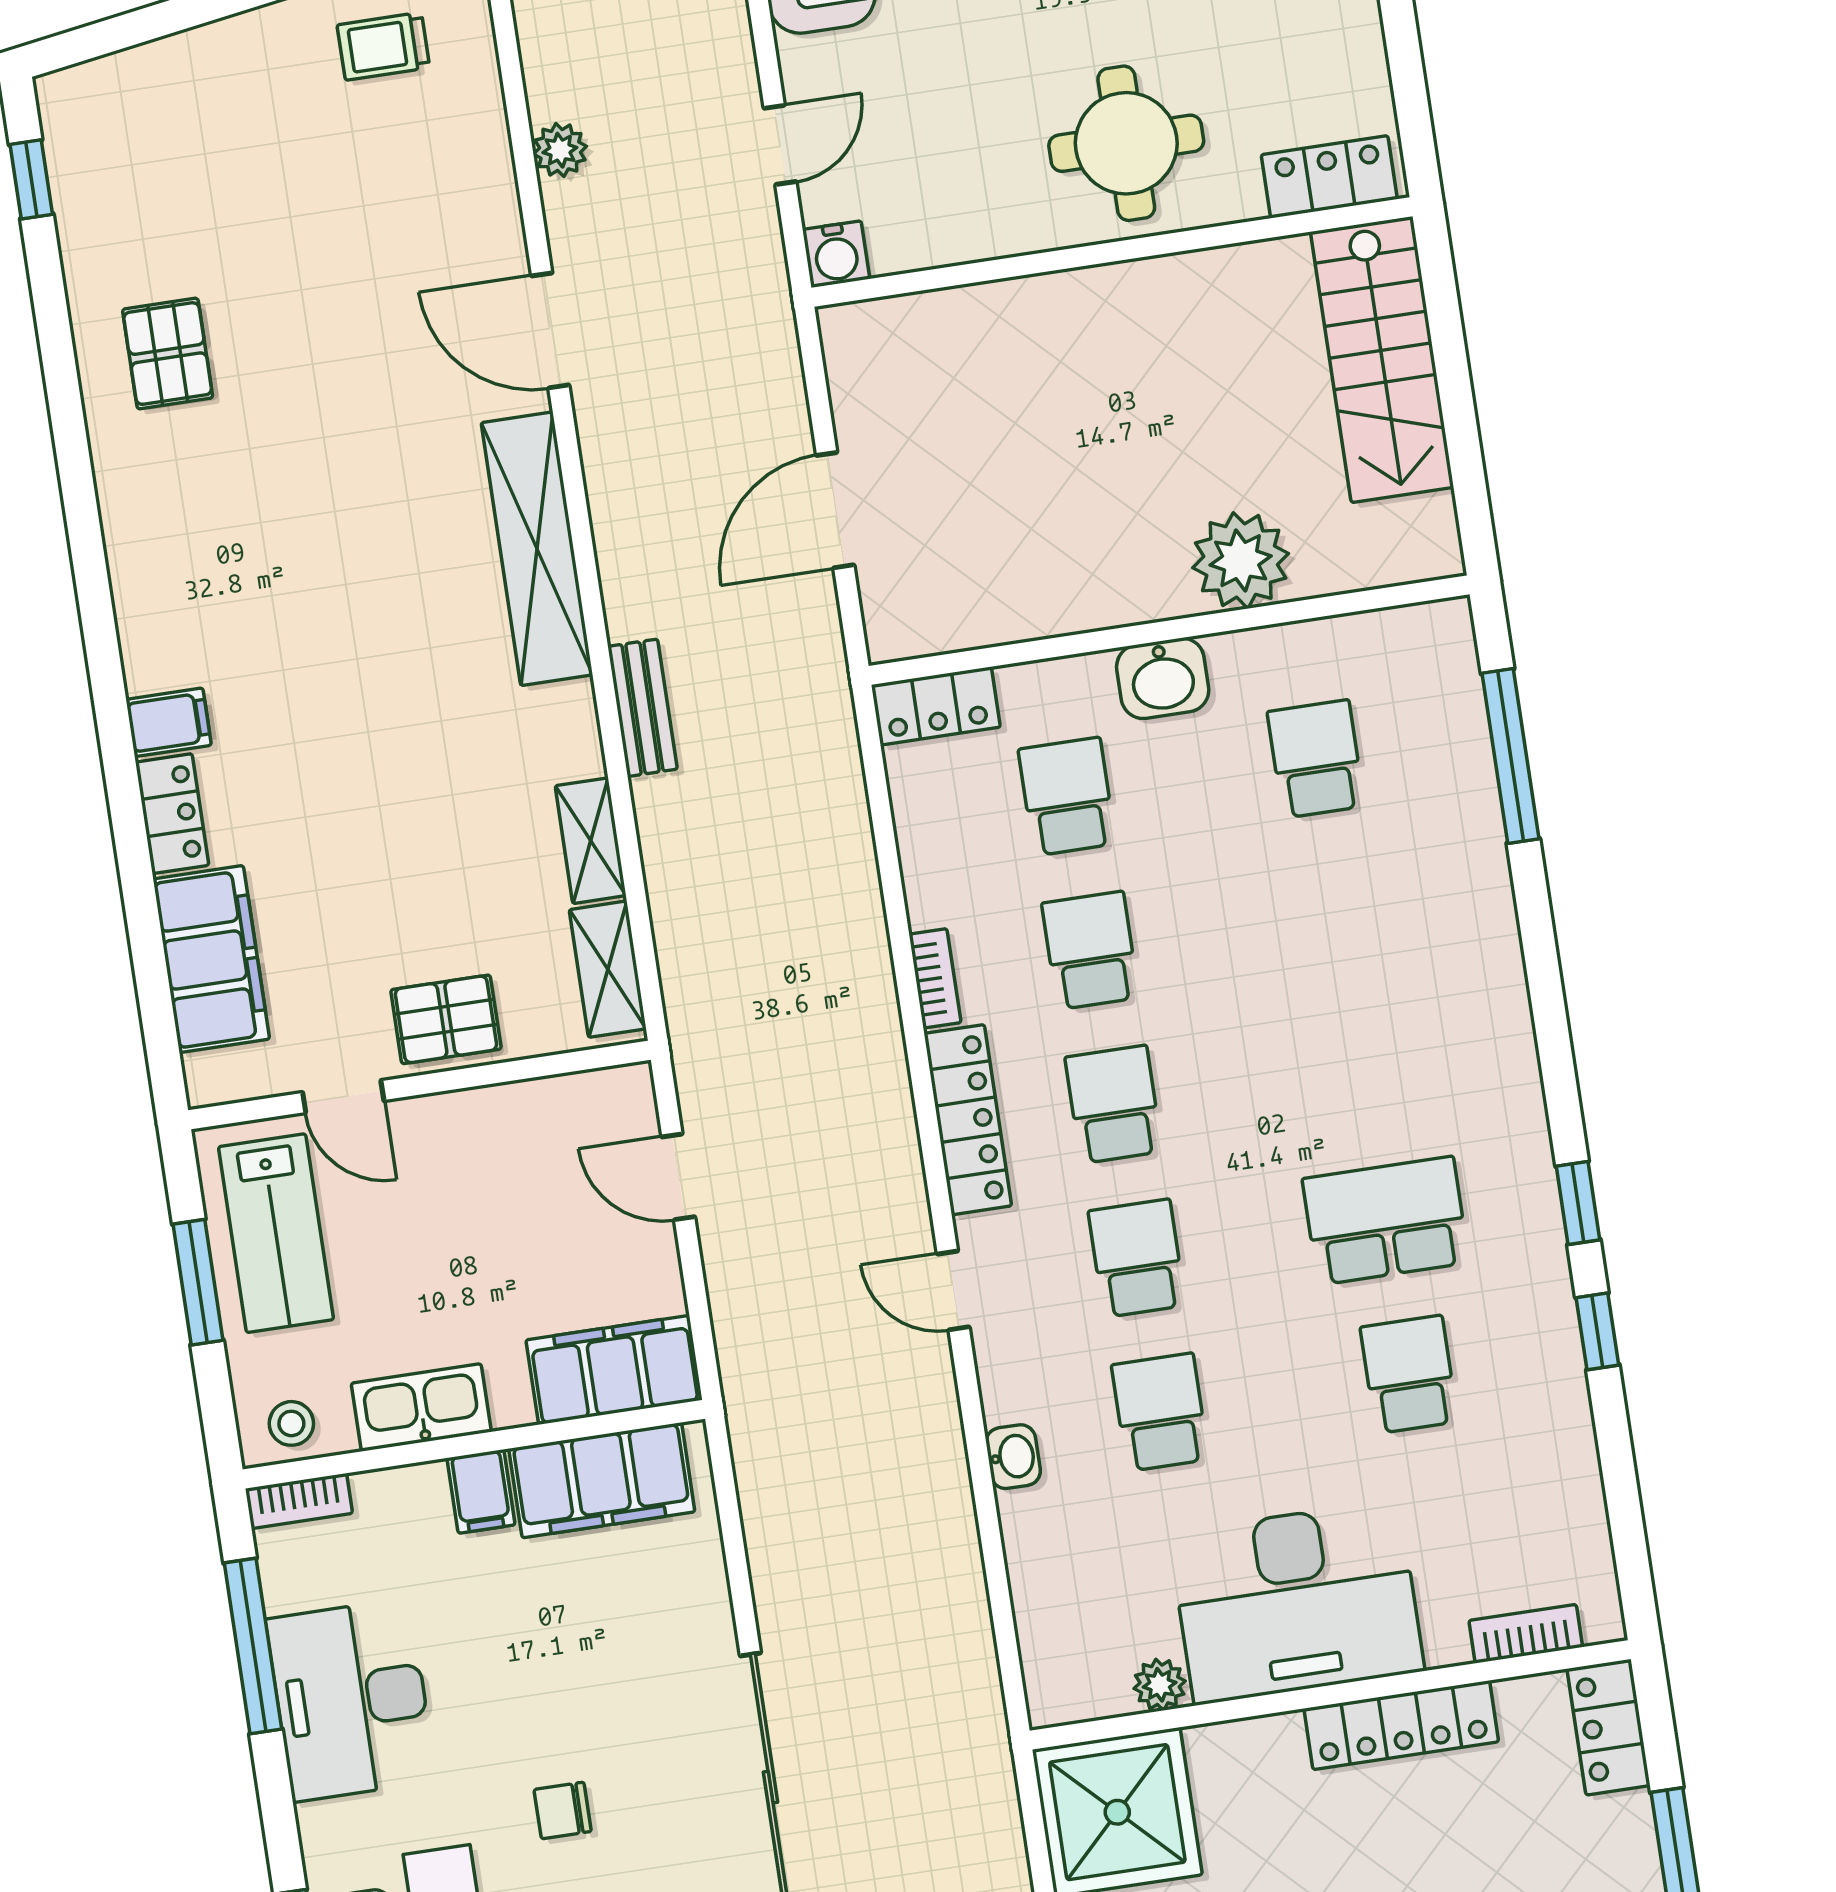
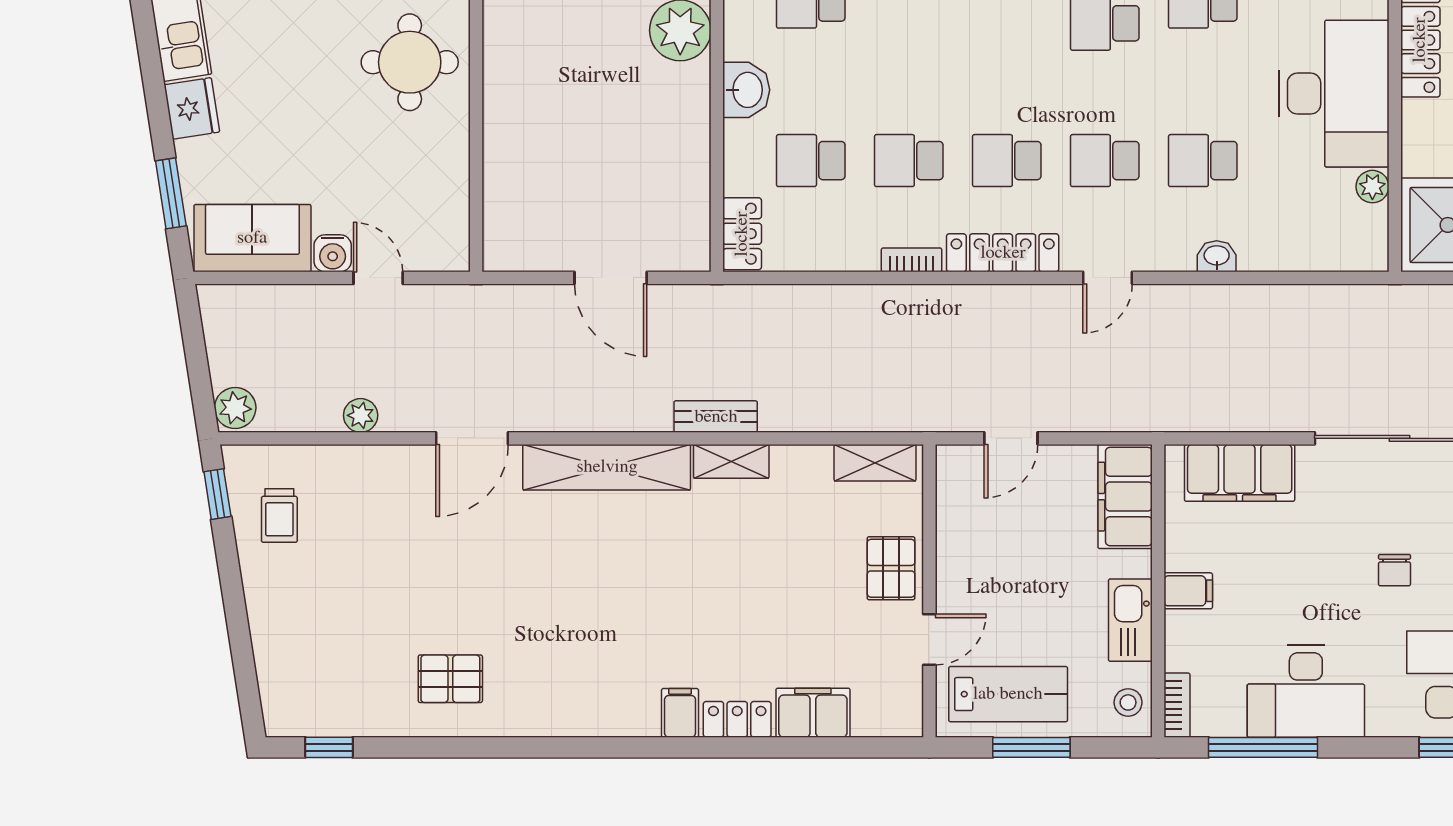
water cooler: (836, 254) -> (333, 253), moved, turned 90
shelving: (591, 841) -> (731, 461), moved
filing cabinet: (211, 959) -> (813, 713), width x0.67, depth x0.86
filing cabinet: (602, 1480) -> (1240, 473), moved, turned 90

